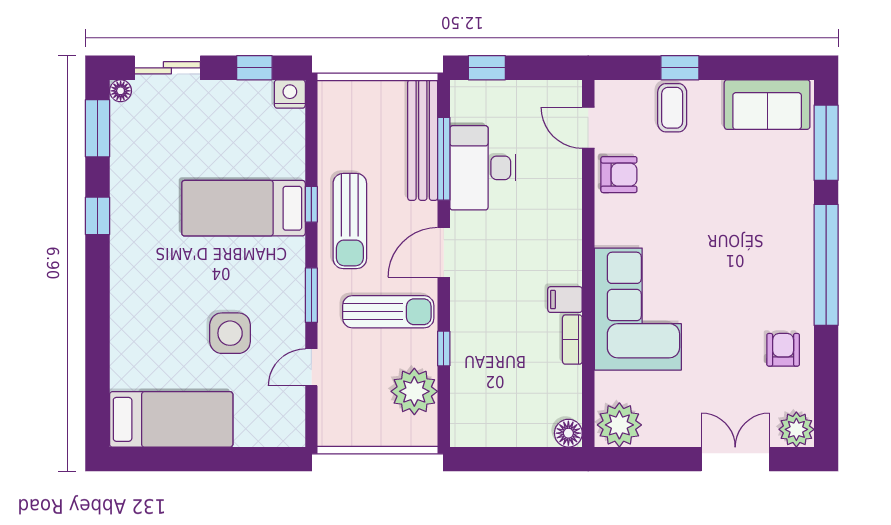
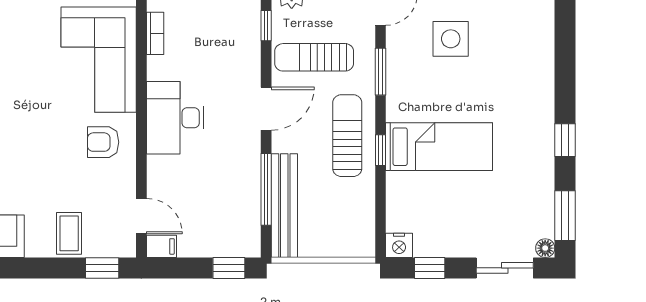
window: (680, 68) -> (102, 268), moved
desk: (483, 168) -> (175, 118), moved, turned 180
armchair: (619, 175) -> (103, 142), moved
filing cabinet: (565, 300) -> (162, 246), moved

